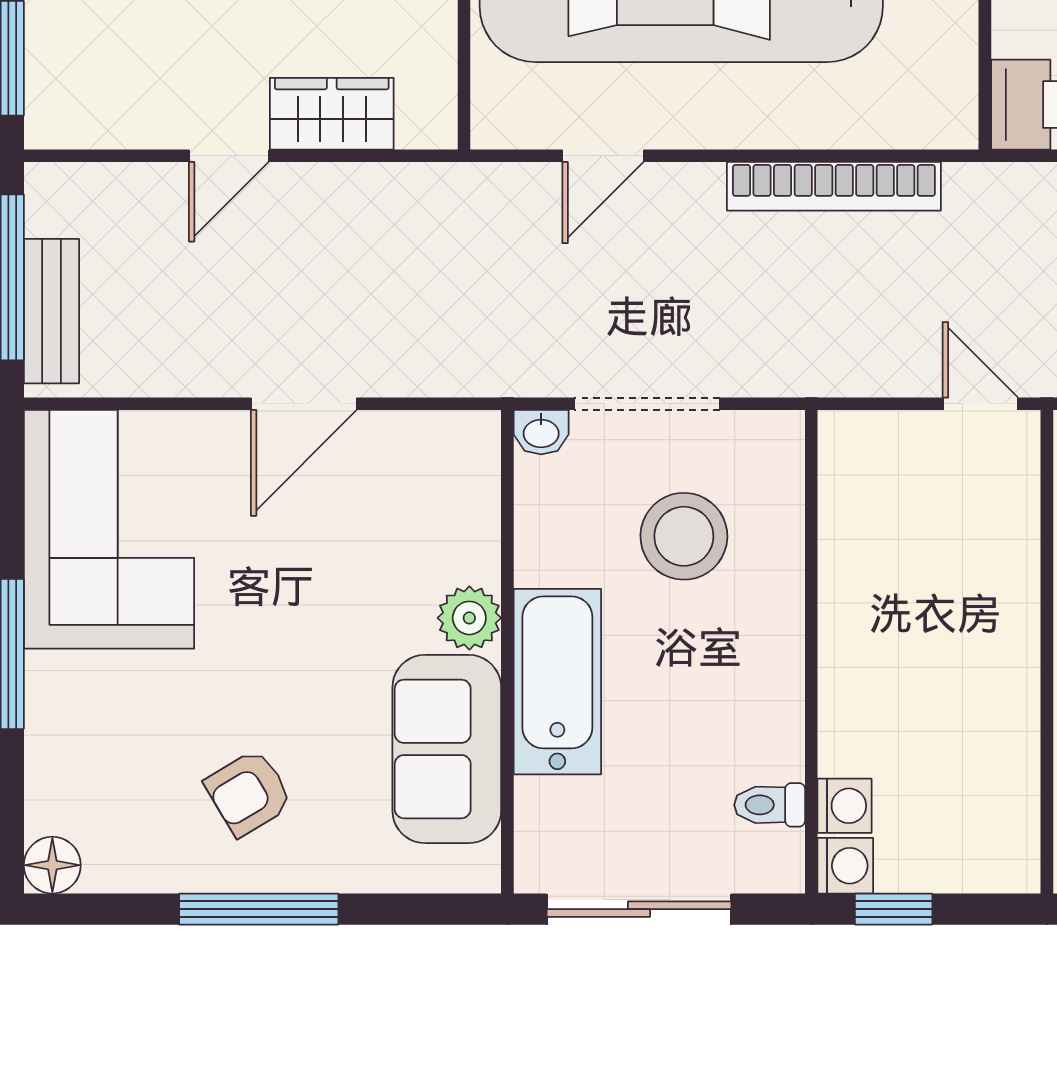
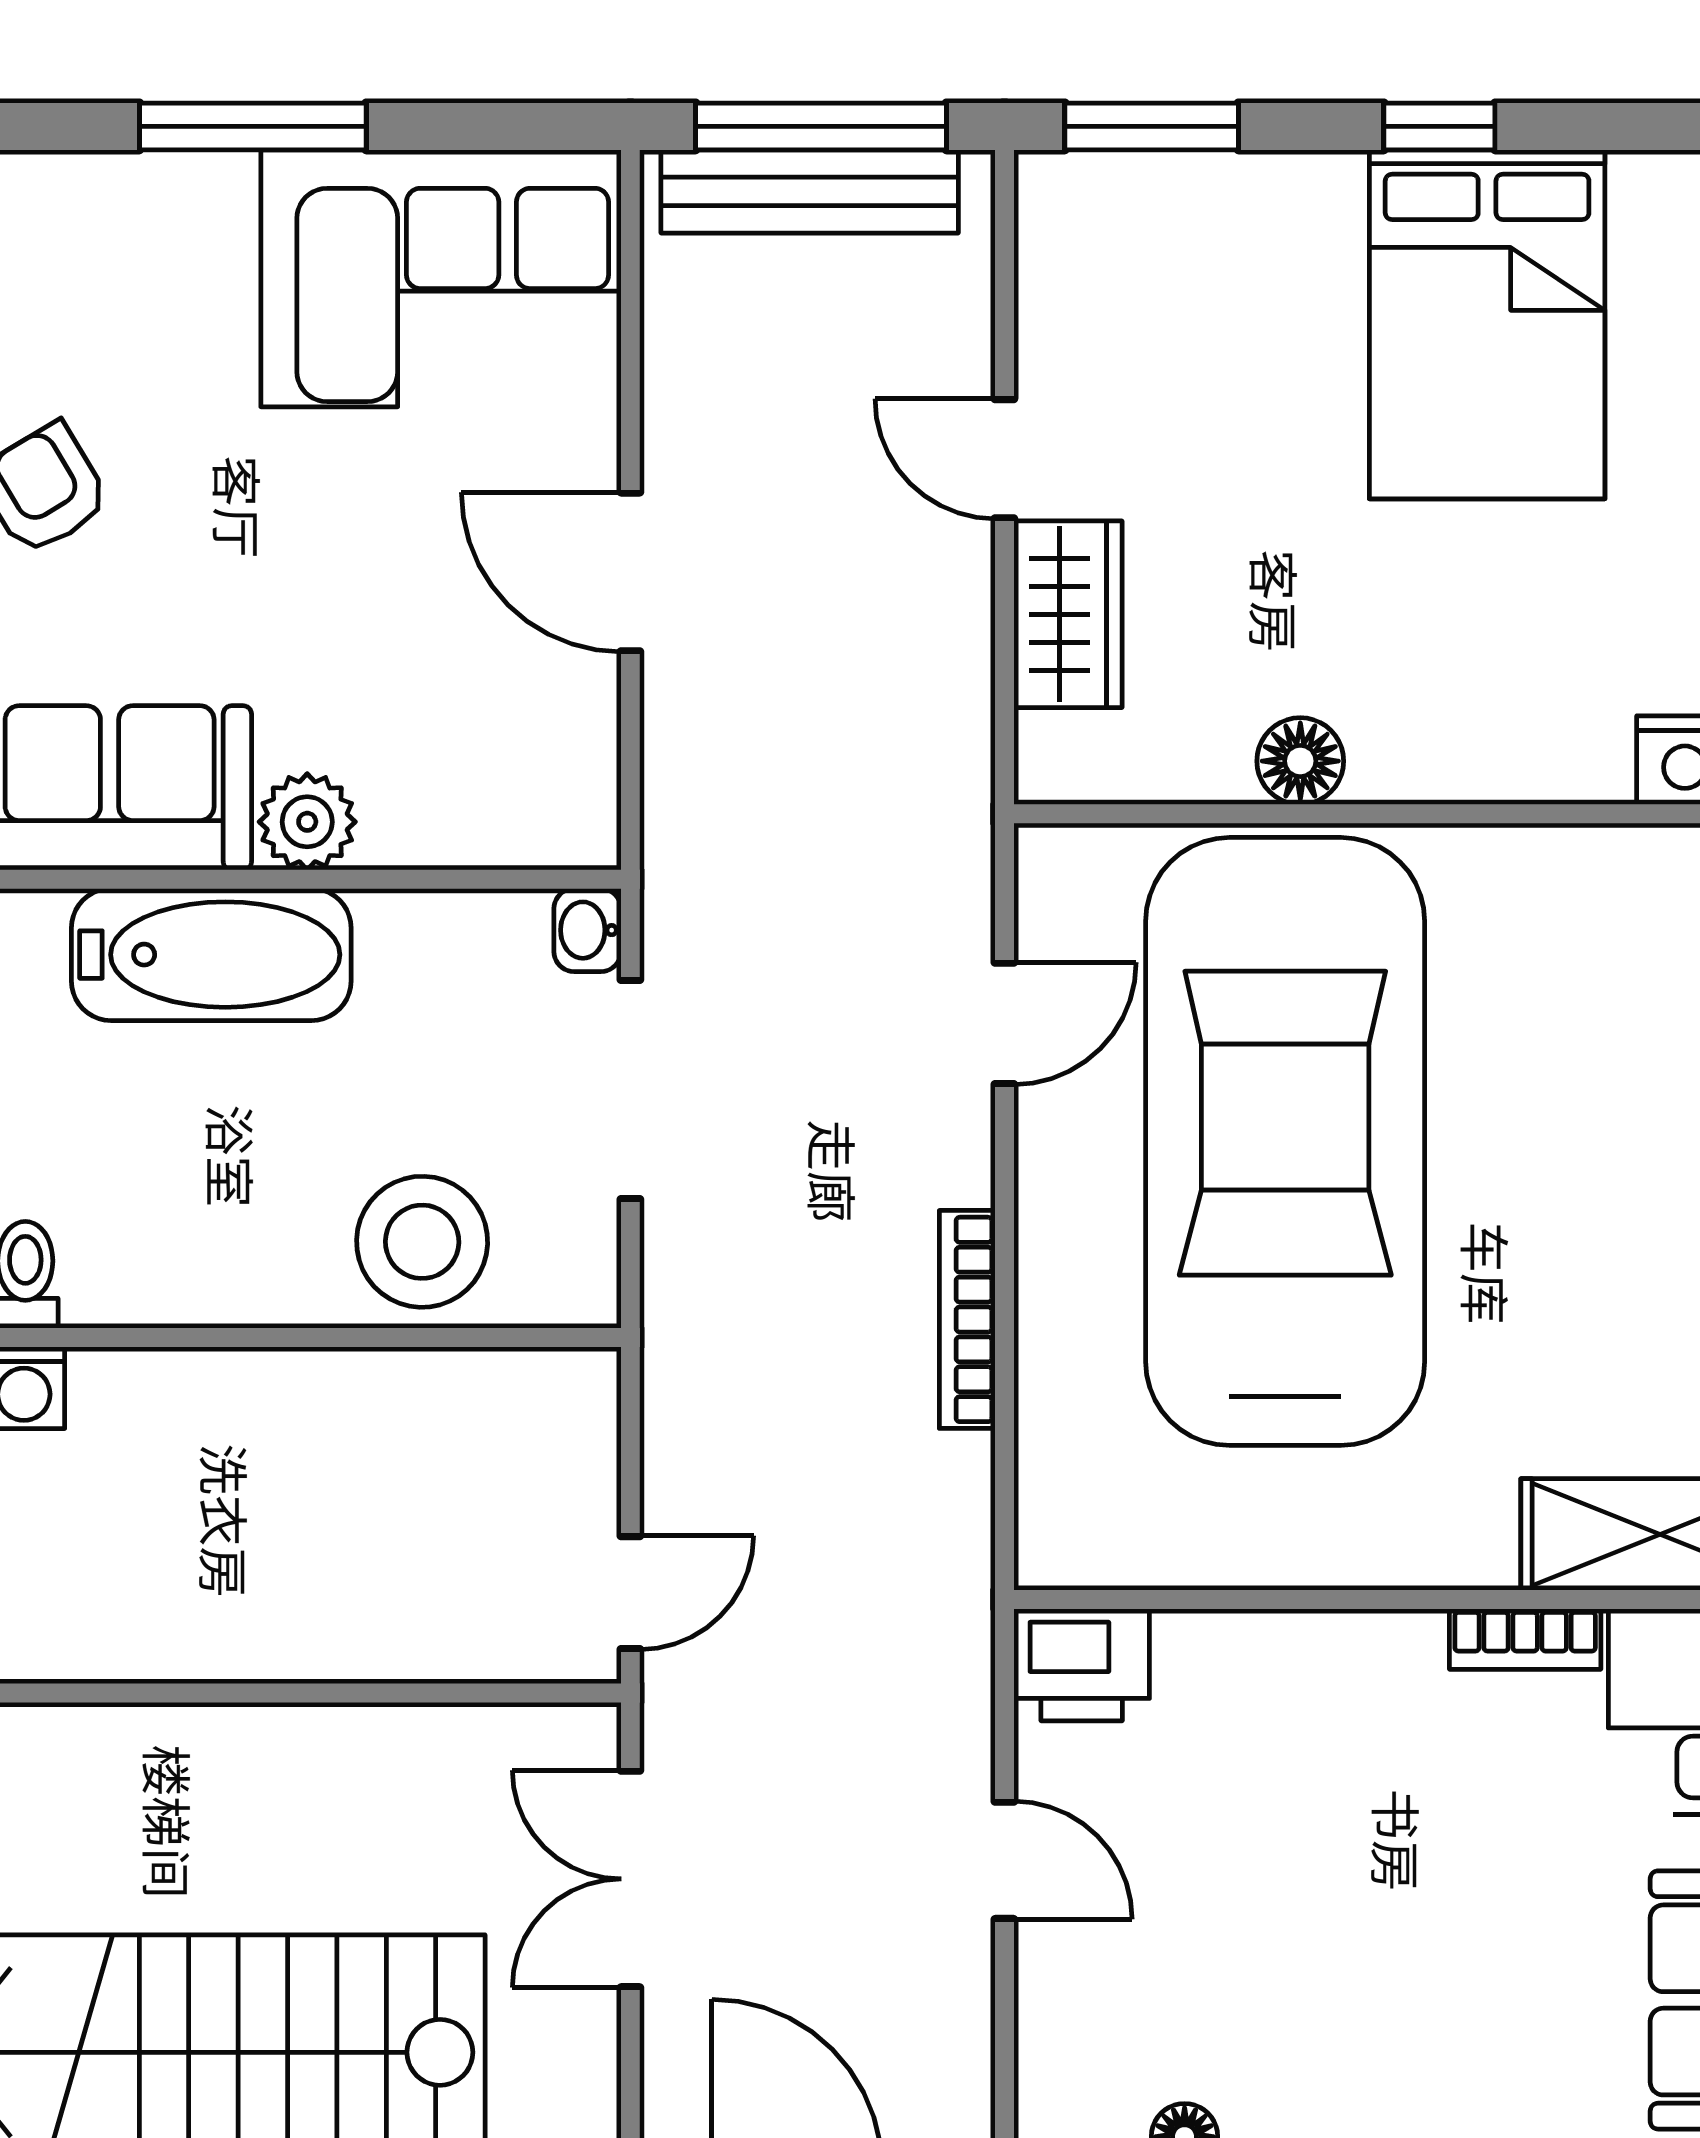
door: (603, 156) -> (1004, 1023), swing flipped
bookcase: (834, 186) -> (967, 1319), width x0.68, depth x0.76
bench: (51, 311) -> (810, 191), width x1.36
stool: (684, 536) -> (422, 1242), moved

